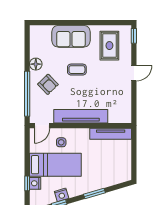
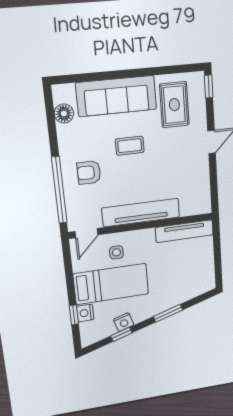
sofa: (71, 36) -> (116, 96), width x1.36
floor lamp: (36, 64) -> (64, 113), moved
armchair: (48, 84) -> (89, 173), turned 134

